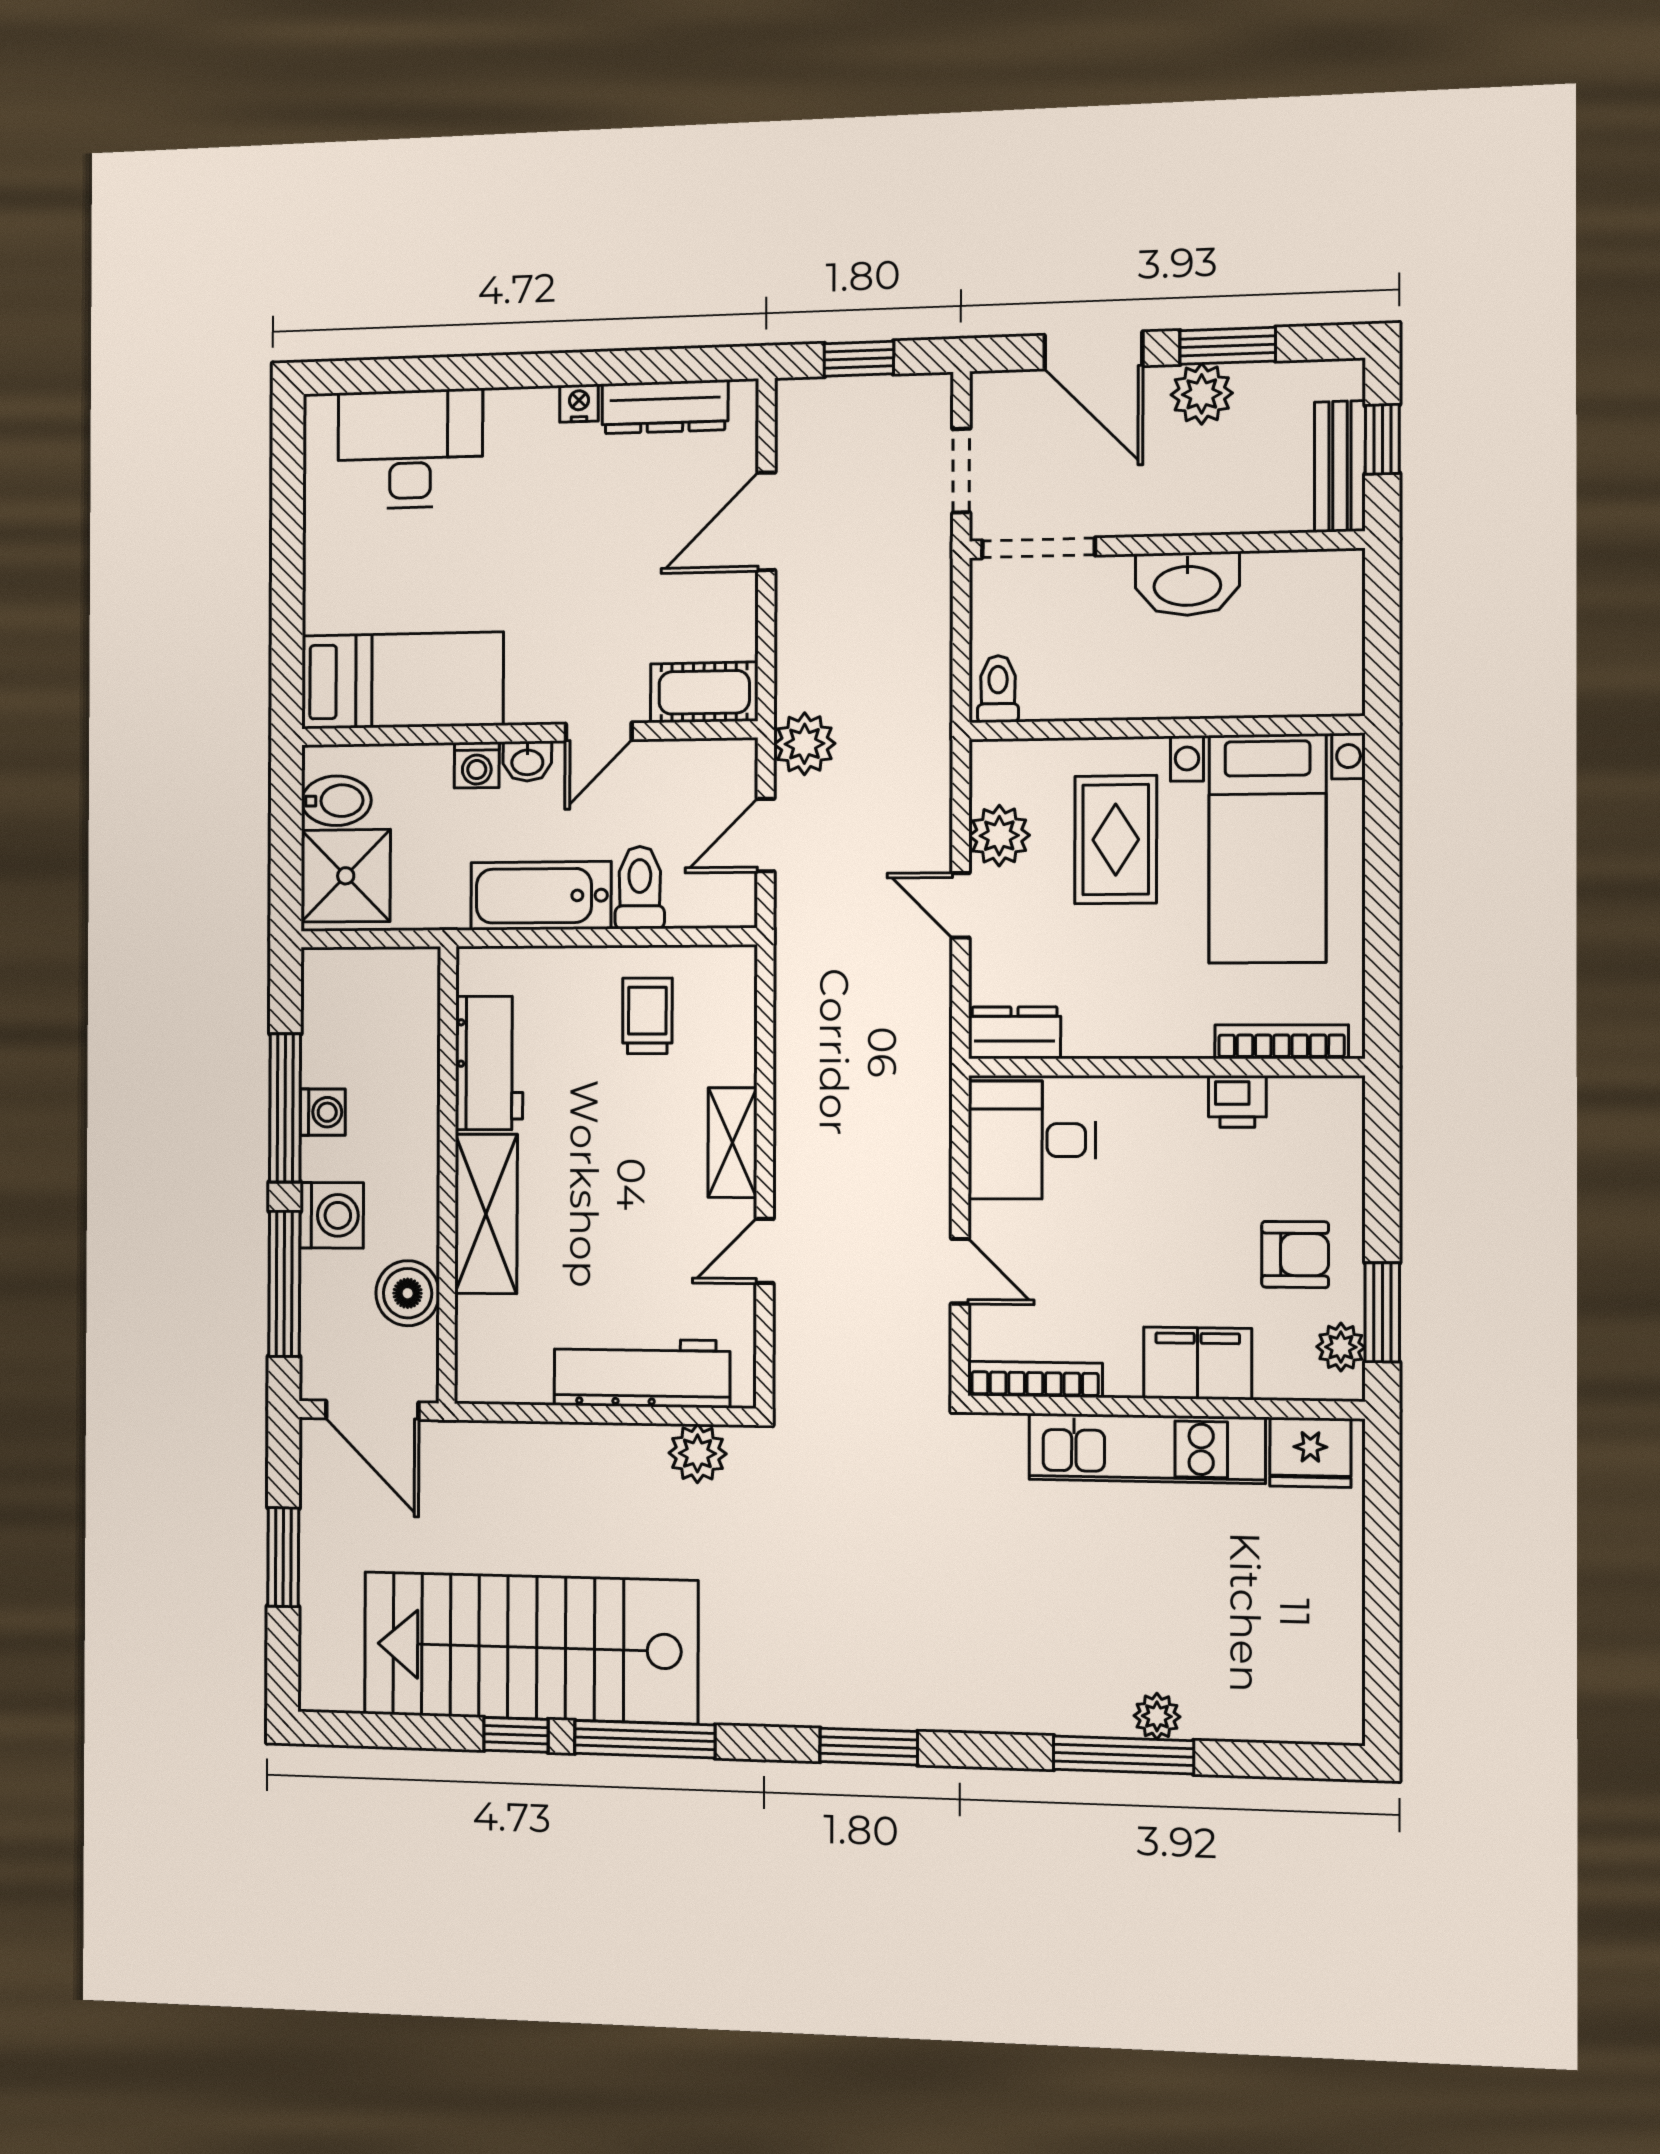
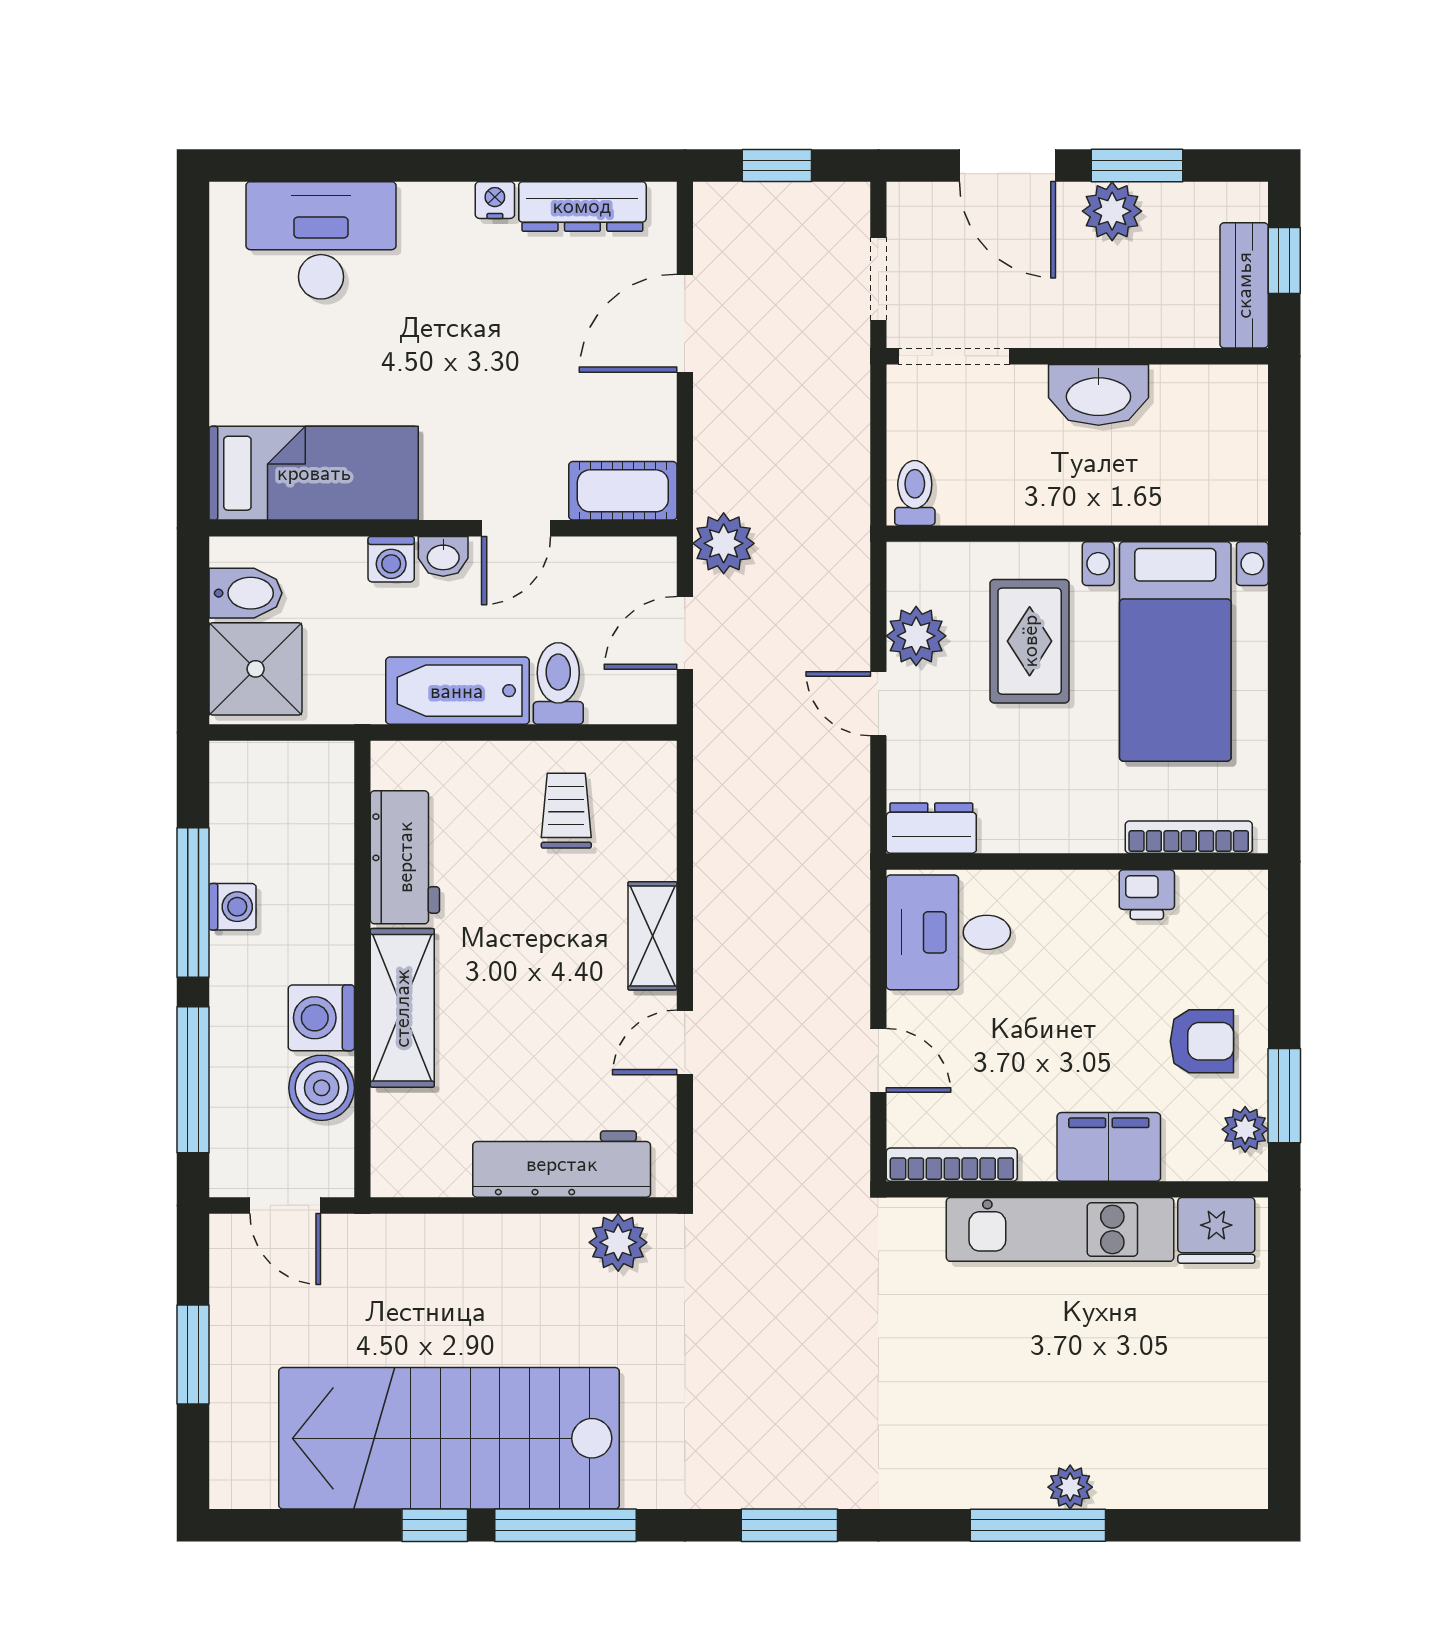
washing machine: (332, 1215) -> (321, 1018), moved, turned 180
door: (372, 1410) -> (285, 1205), width x0.73

